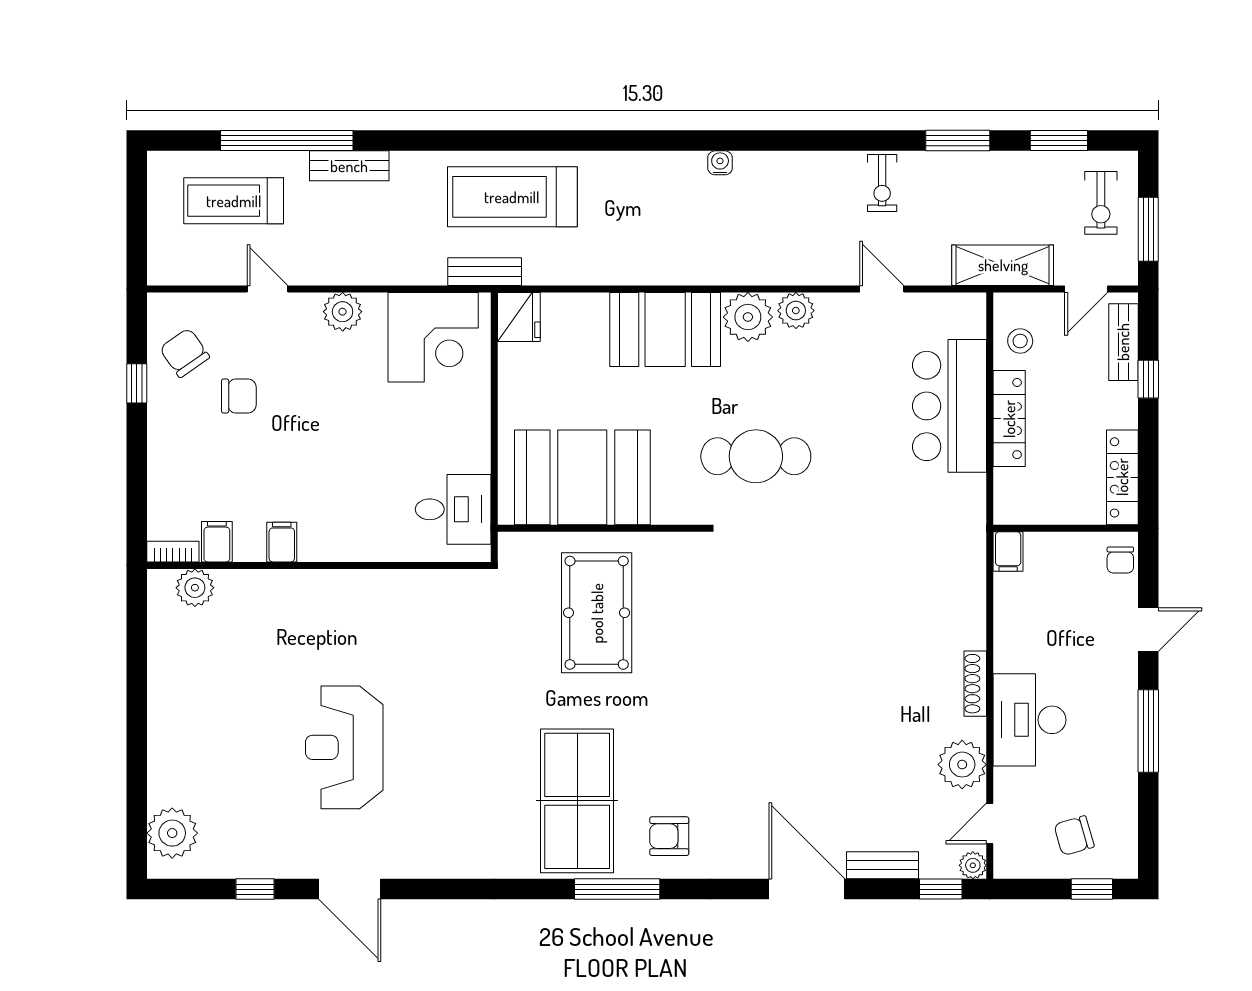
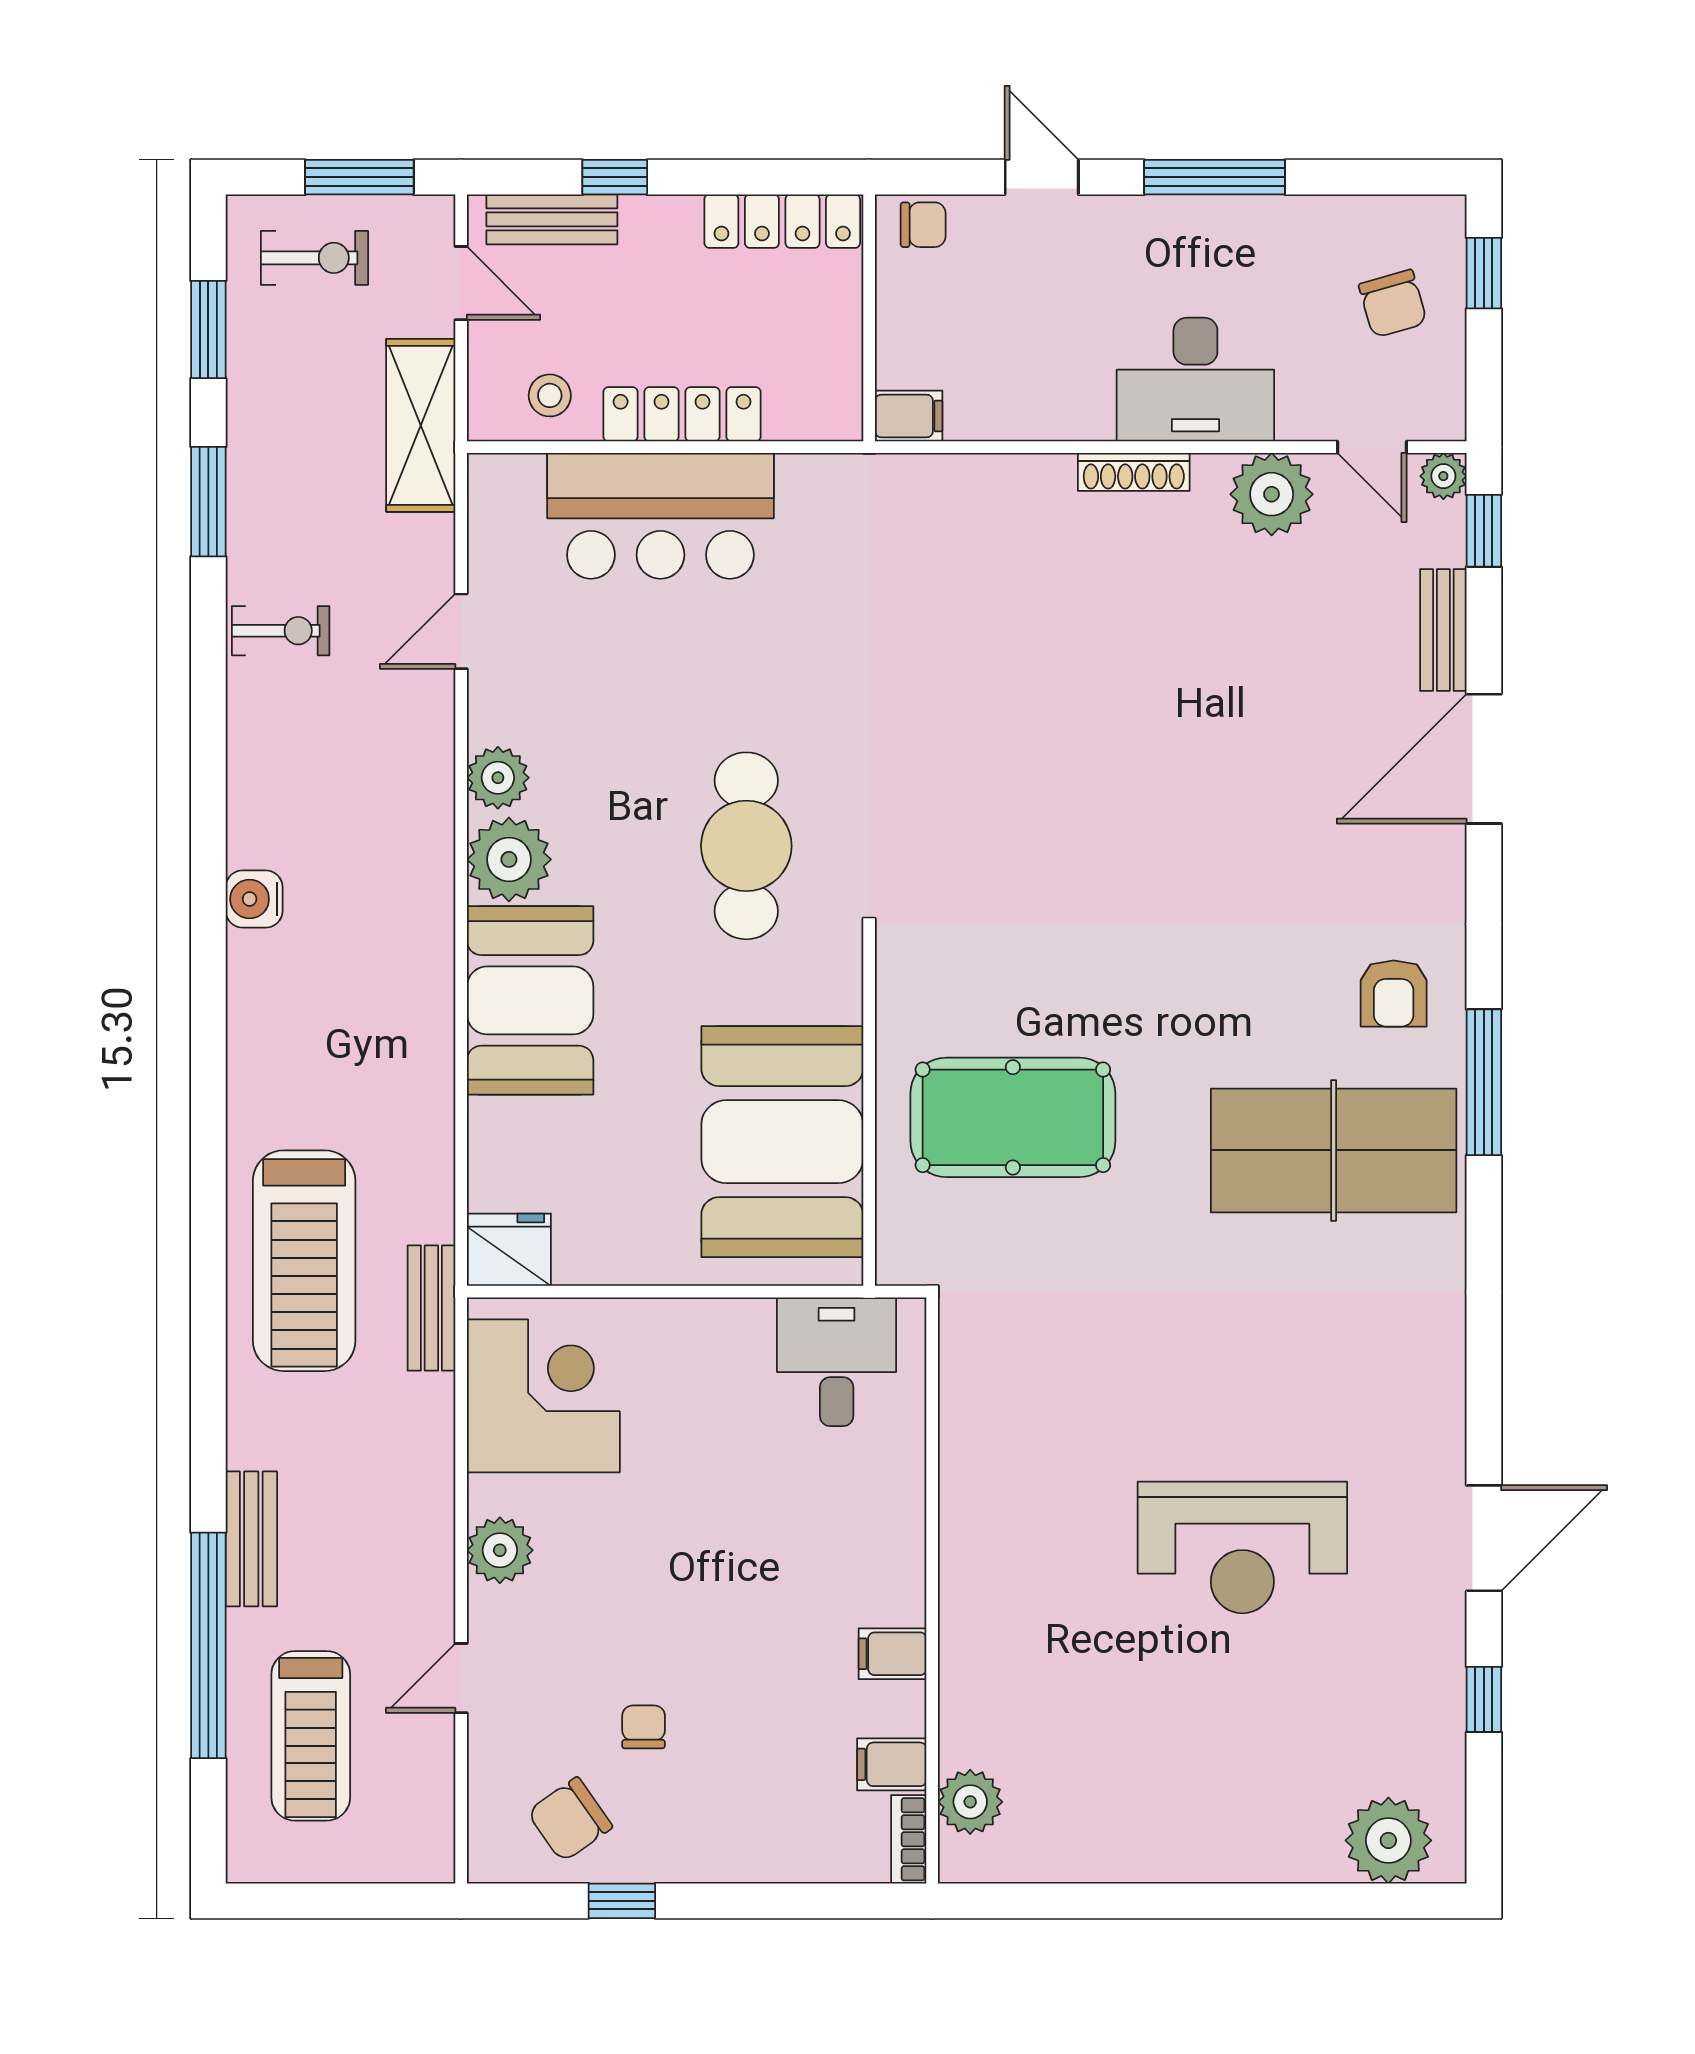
water cooler: (720, 163) -> (254, 899), width x1.38, depth x1.38
chair: (239, 396) -> (644, 1727), width x0.73, depth x0.73

